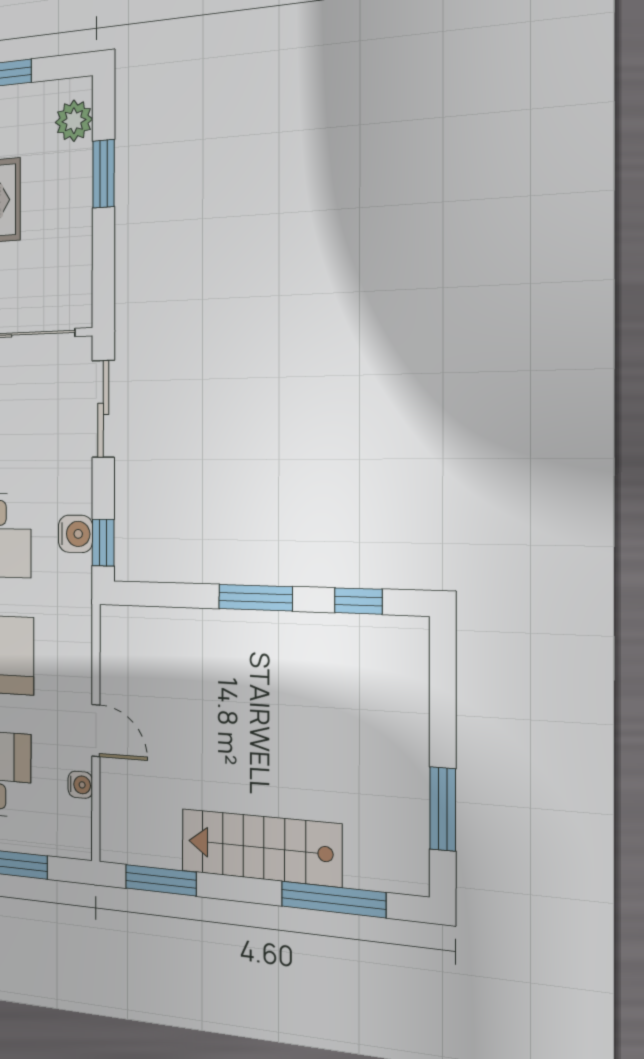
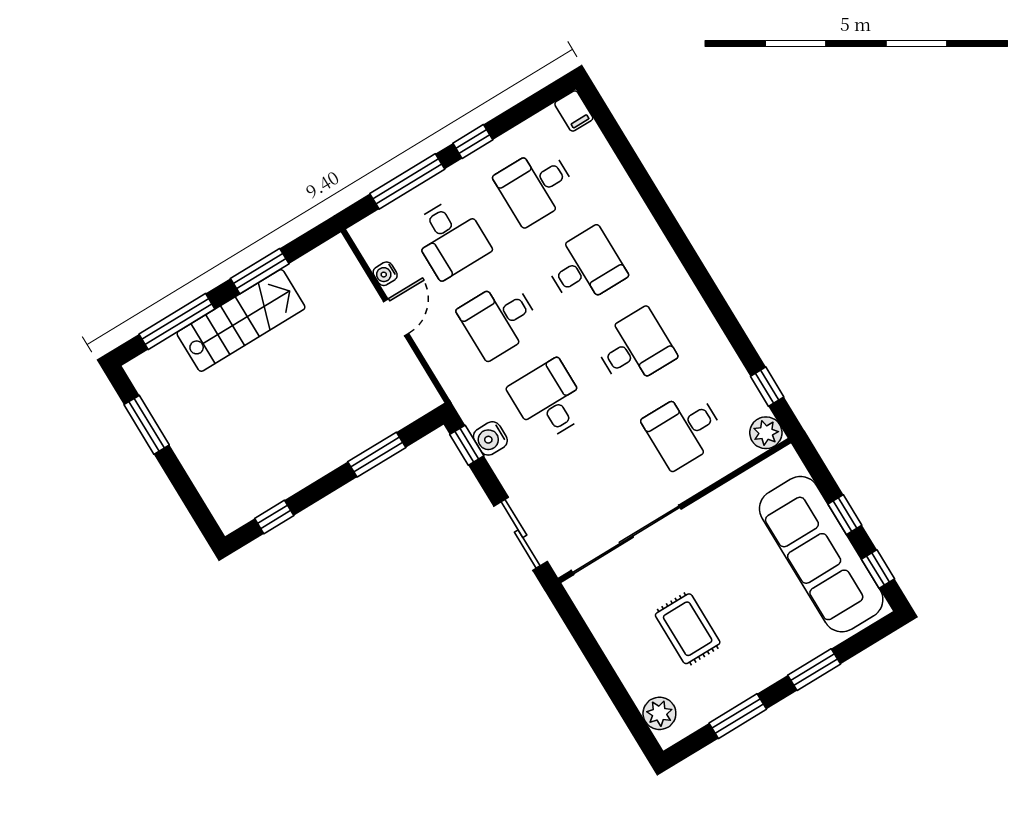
window: (104, 174) -> (615, 689), removed
window: (255, 598) -> (377, 455), moved
door: (96, 731) -> (396, 317), swing flipped
window: (161, 880) -> (260, 271), moved

